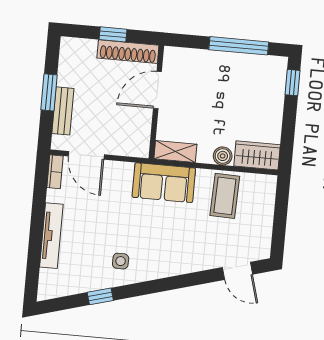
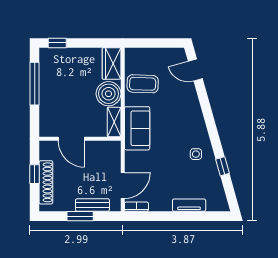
shoe rack: (128, 52) -> (46, 182), moved
boiler: (223, 156) -> (109, 94), width x1.86, depth x1.86
tv unit: (51, 236) -> (189, 205), width x0.71
door: (237, 271) -> (195, 70), swing flipped

